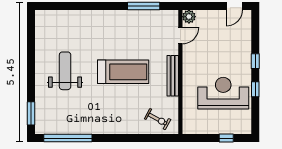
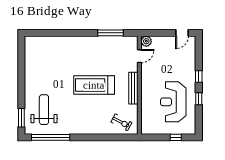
weight bench: (65, 71) -> (44, 110), moved
treadmill: (123, 72) -> (94, 85), turned 180
reception desk: (223, 93) -> (173, 102), turned -90

